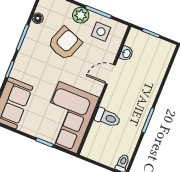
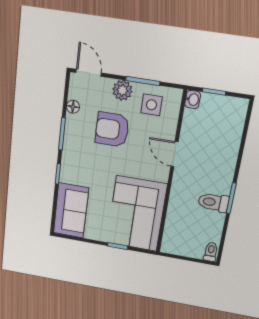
armchair: (65, 43) -> (112, 129), turned -111
washbasin: (126, 53) -> (193, 99), moved
door: (110, 74) -> (174, 154), hinge flipped
toilet: (108, 118) -> (213, 202), moved, turned 180

